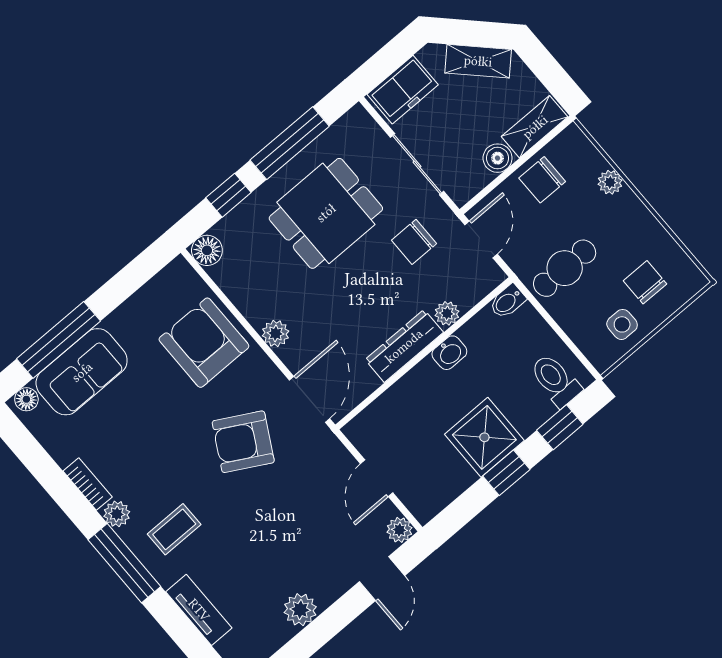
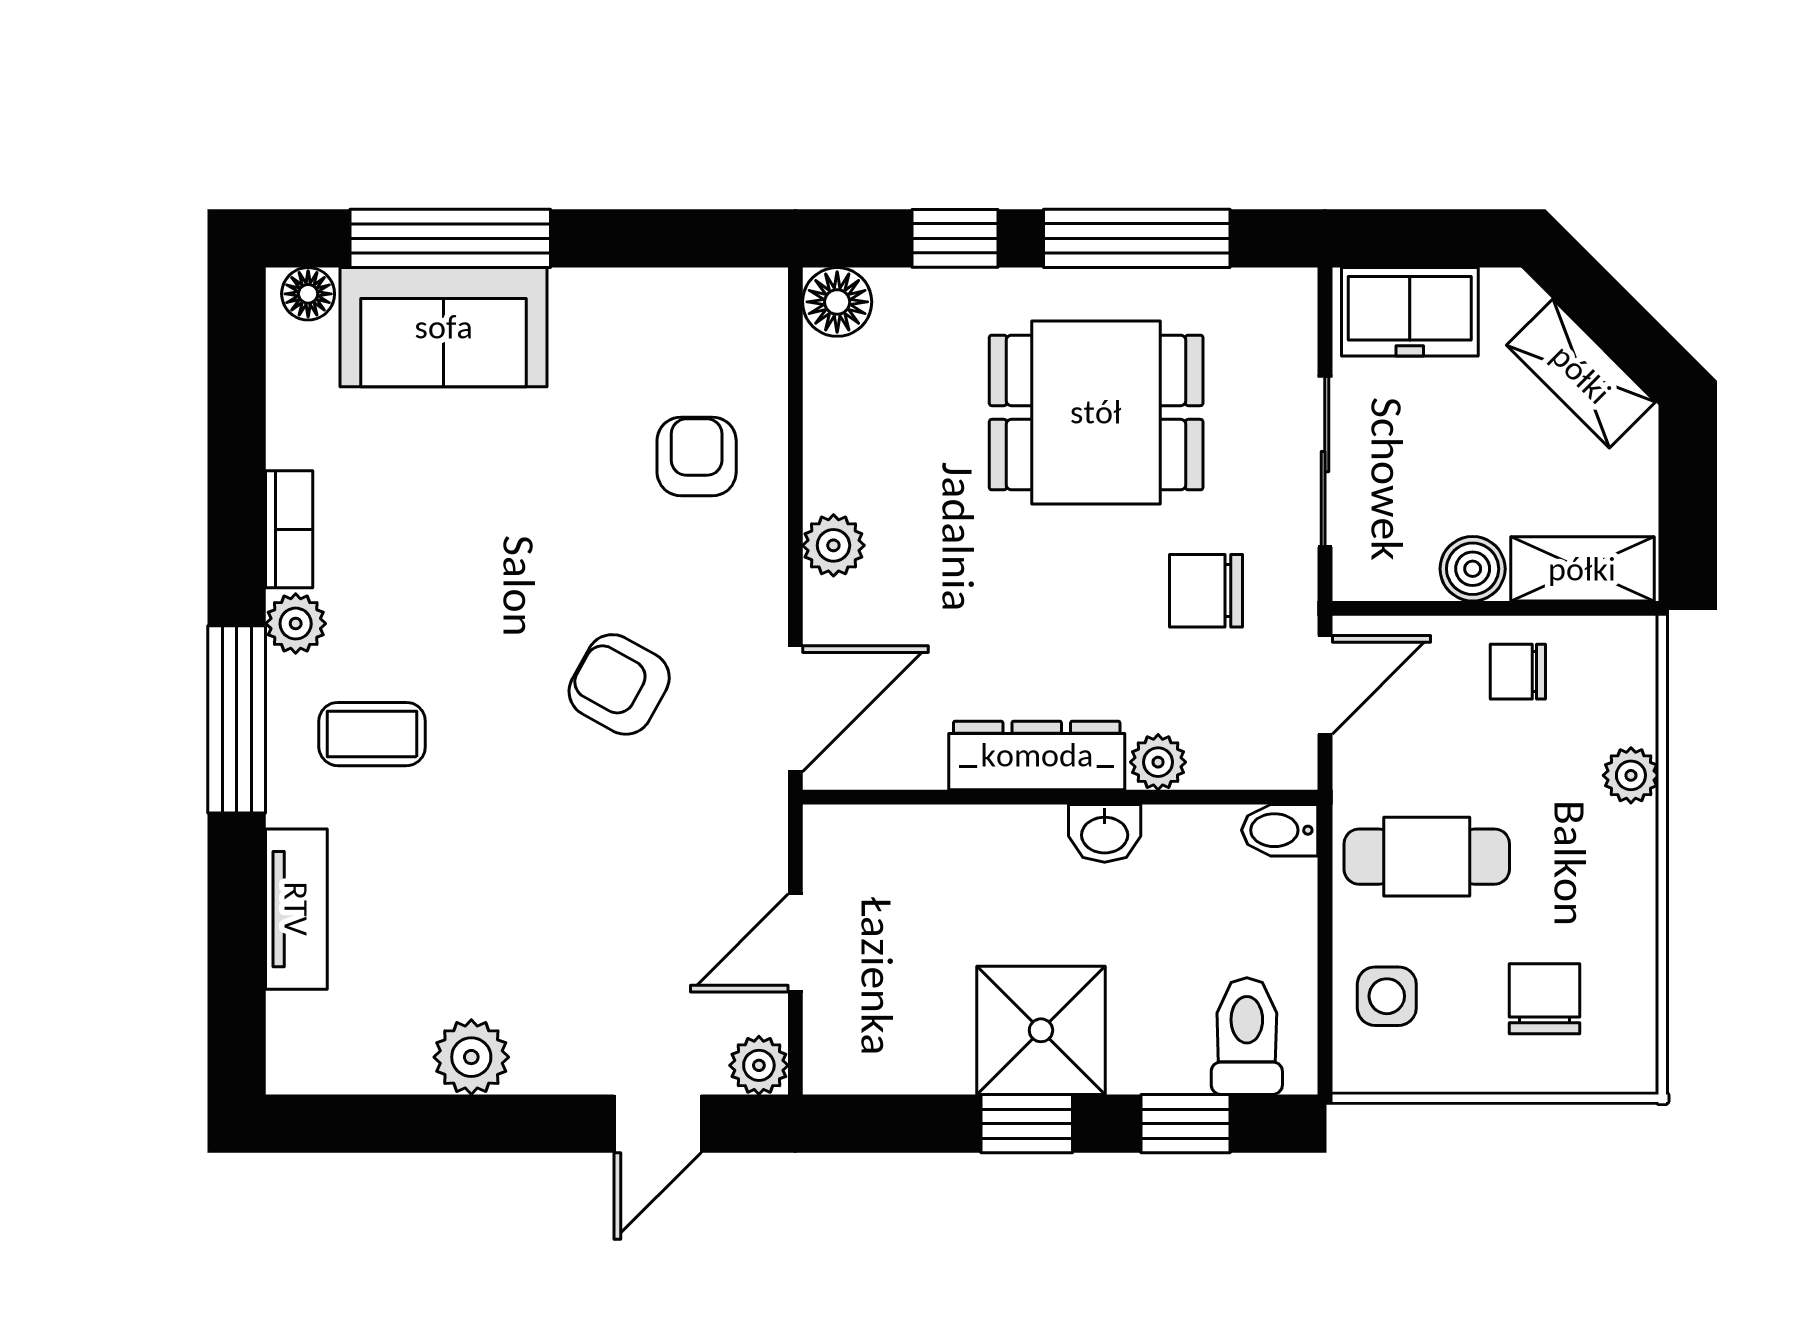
chair: (542, 180) -> (1518, 672), width x0.73, depth x0.73
side table: (622, 324) -> (1387, 996), moved
armchair: (204, 343) -> (697, 456), width x0.53, depth x0.53
armchair: (243, 442) -> (619, 684), width x0.72, depth x0.72

